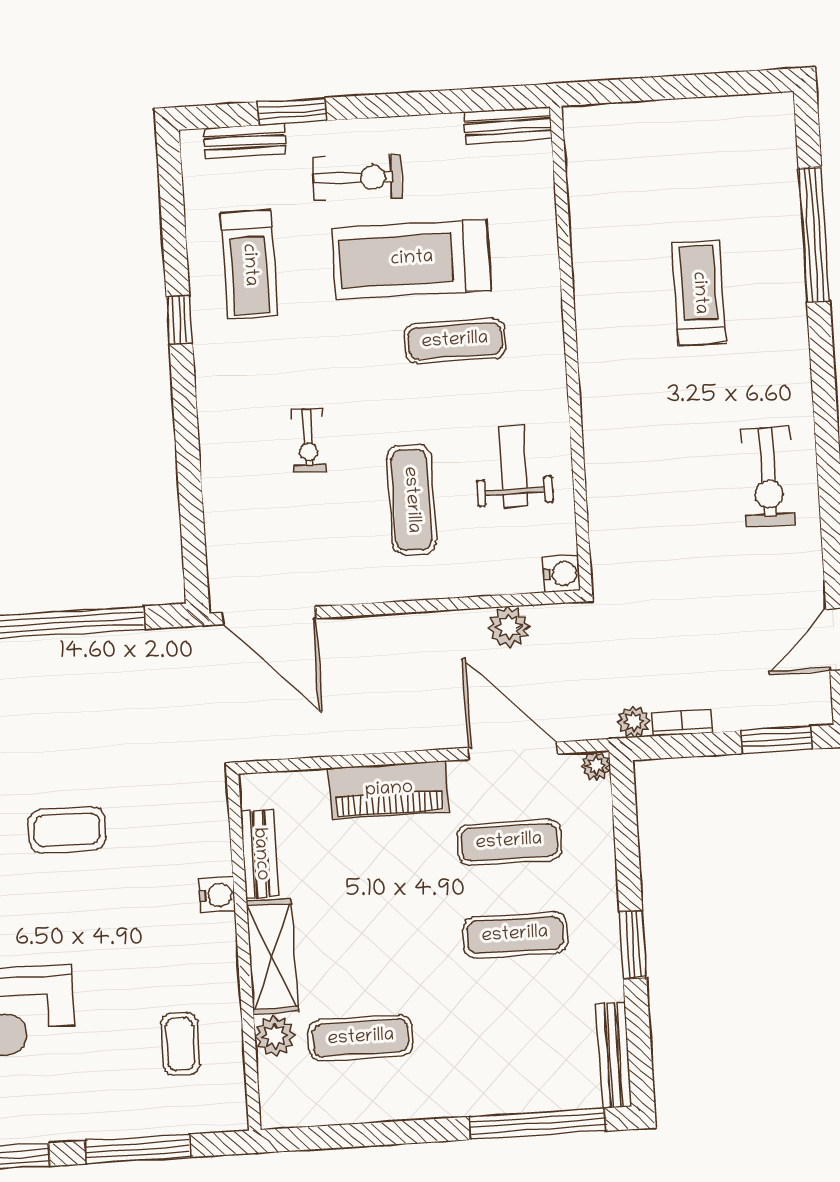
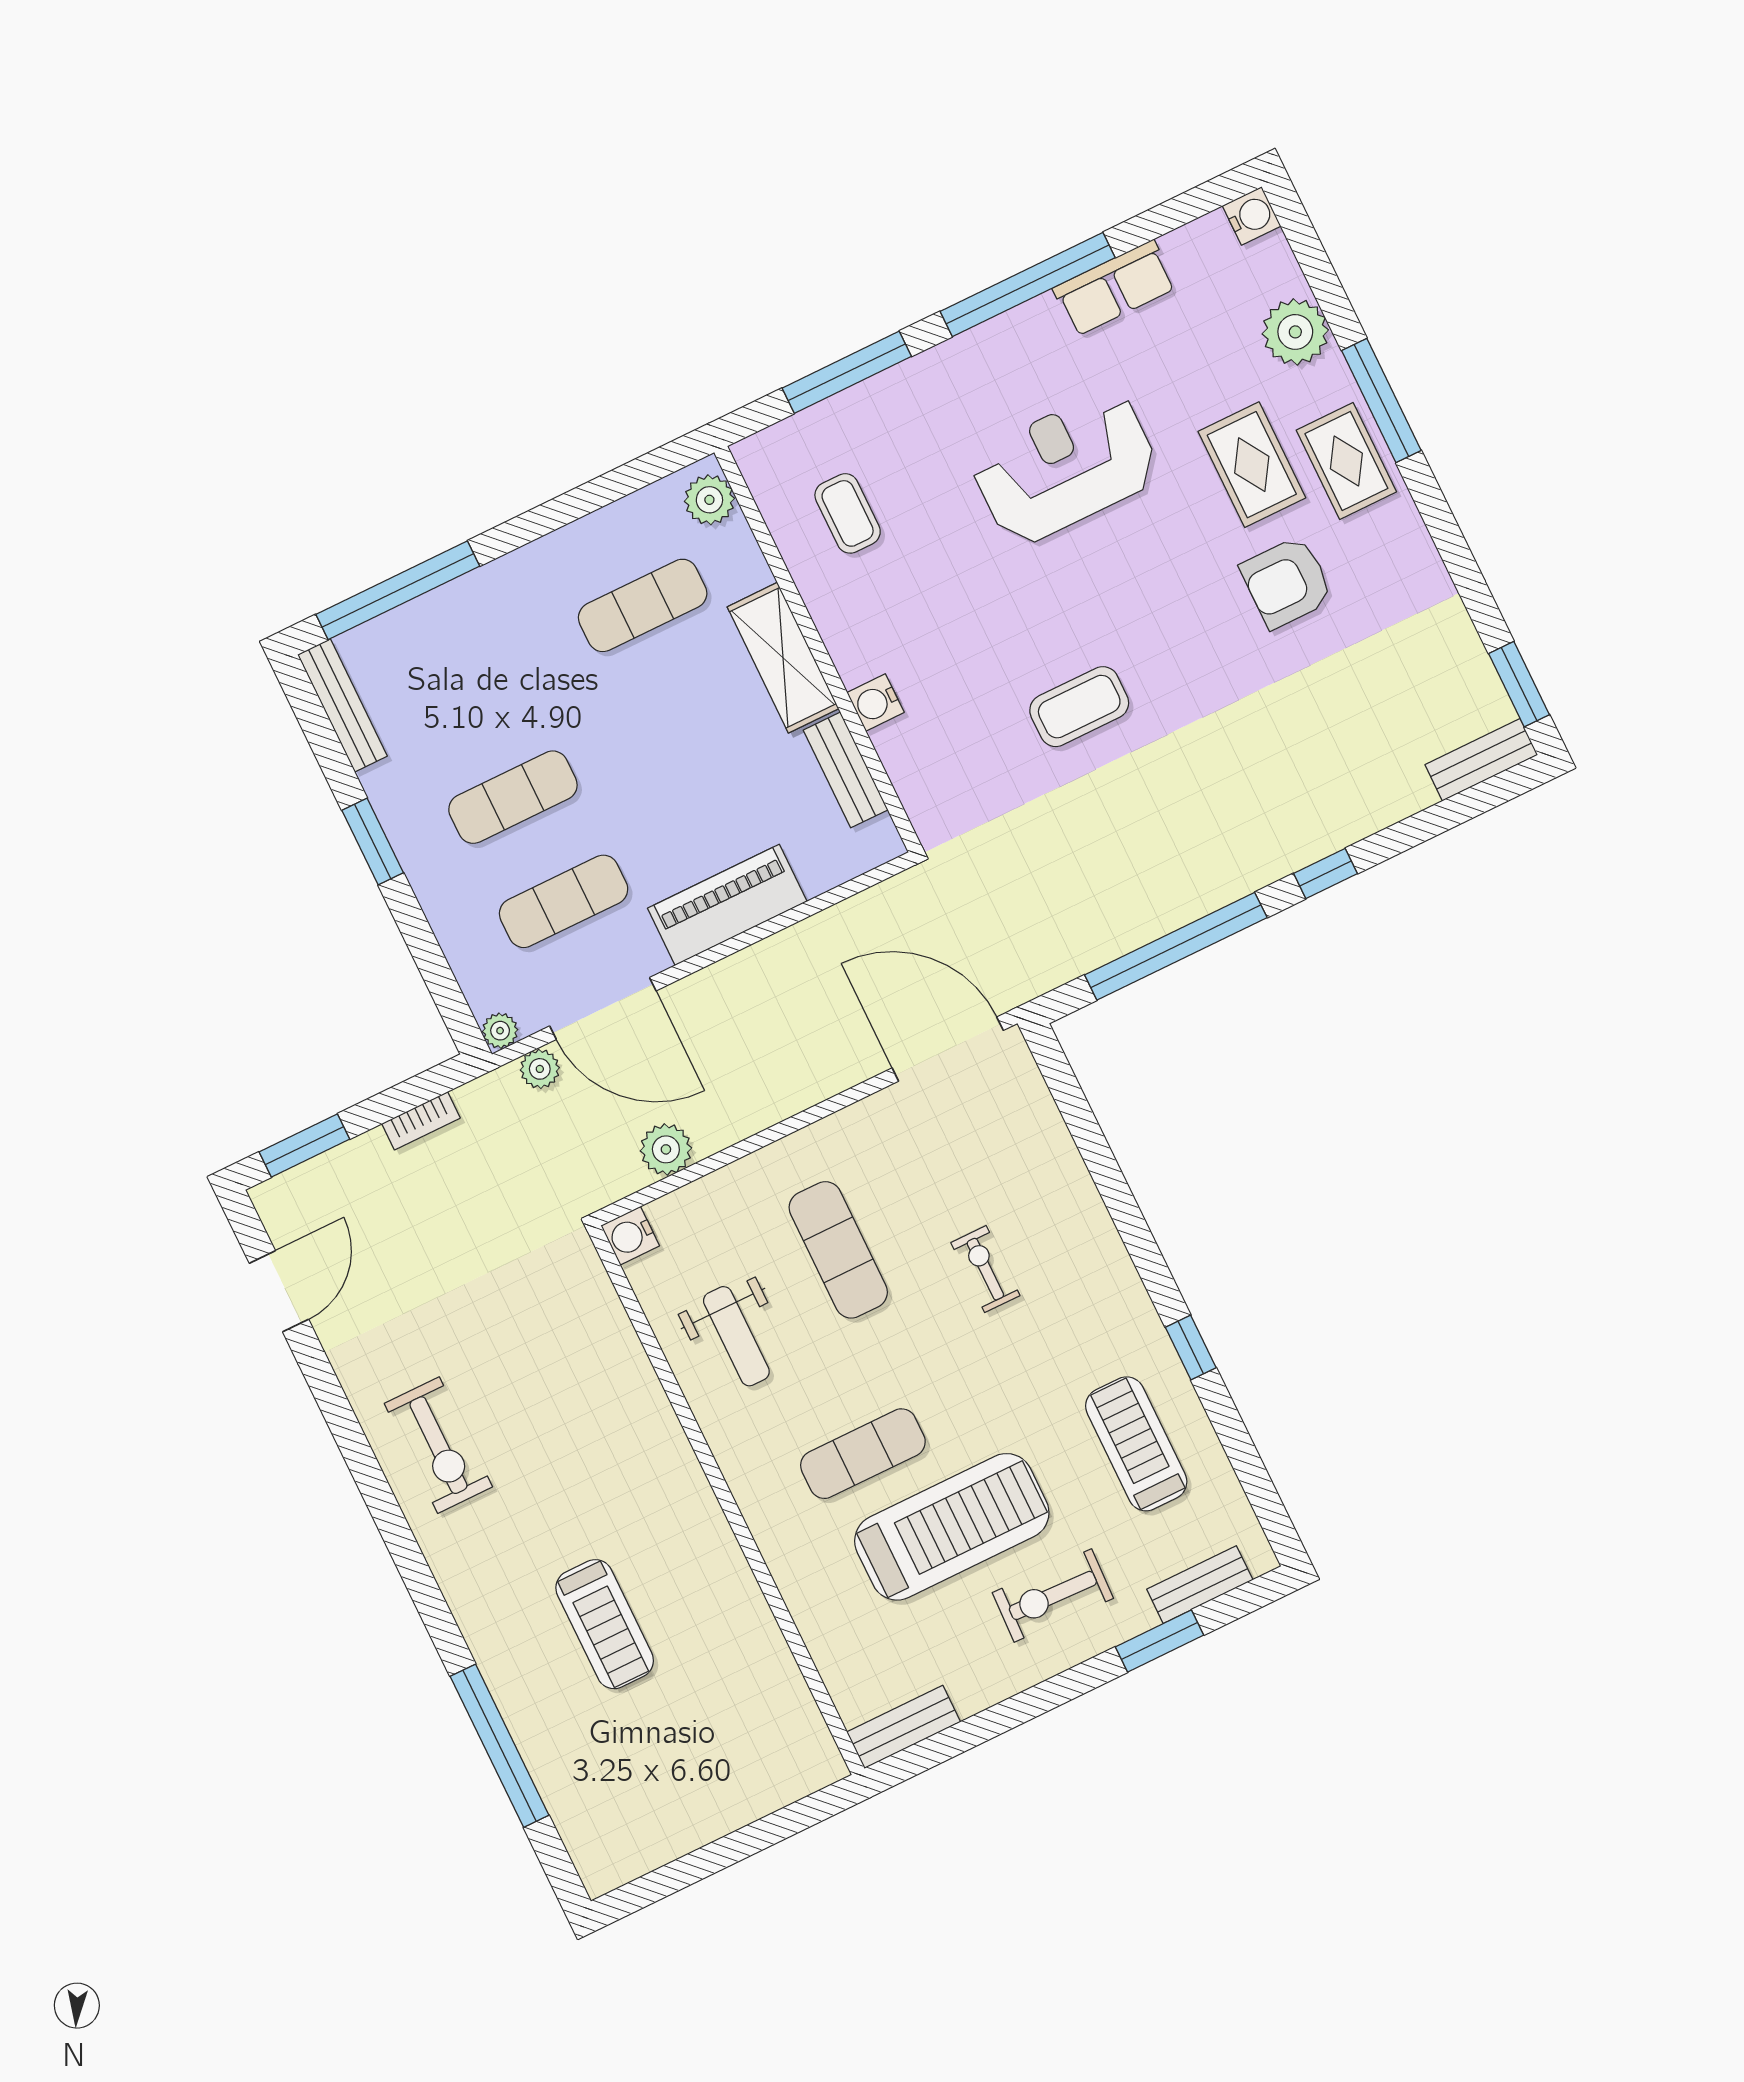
exercise bike: (768, 476) -> (438, 1445), turned 180
plant: (634, 722) -> (540, 1069), moved
plant: (275, 1036) -> (709, 500), moved

